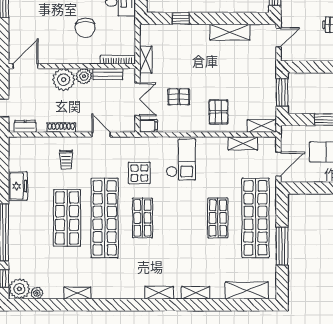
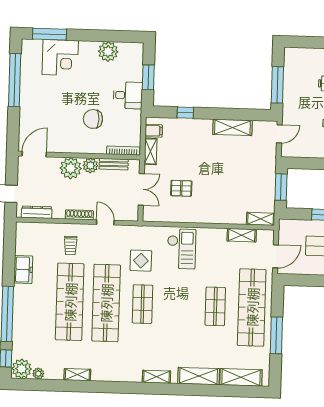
chair: (85, 28) -> (93, 119), turned 90
pallet: (218, 112) -> (219, 204), removed
dresser: (25, 126) -> (37, 212), width x1.44
filing cabinet: (148, 126) -> (154, 131), moved
shoe rack: (61, 128) -> (79, 215), moved
shop shelf: (67, 218) -> (70, 302), width x1.40
shelving: (196, 293) -> (199, 376), width x1.50, depth x1.33

